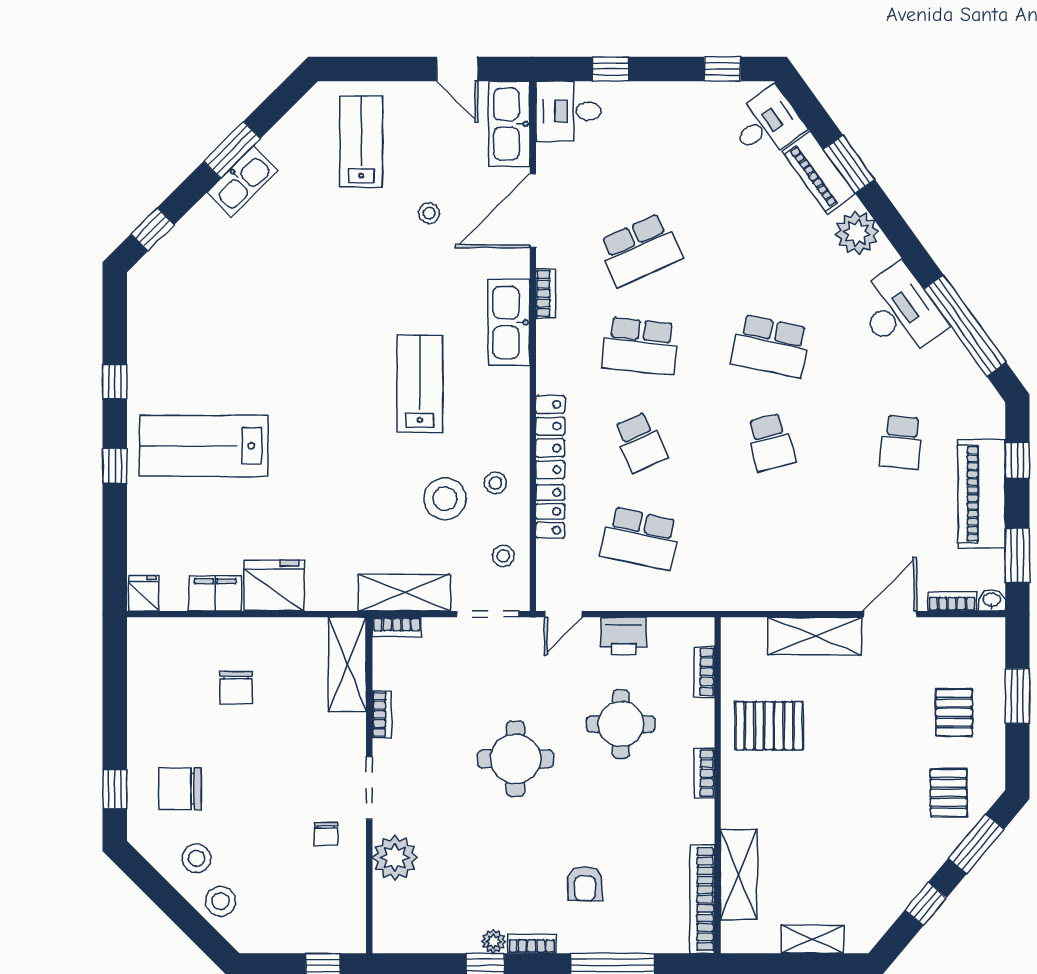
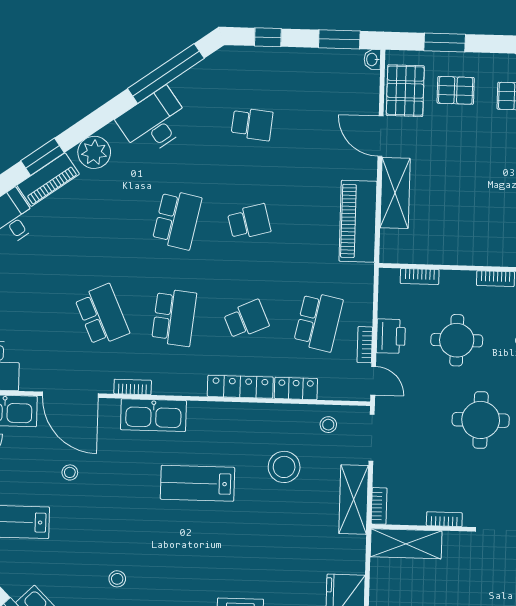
stool: (495, 483) -> (117, 579), moved
piano: (982, 494) -> (358, 221), moved, turned 90
bookcase: (952, 601) -> (365, 345), moved
pallet: (769, 726) -> (405, 91), moved

